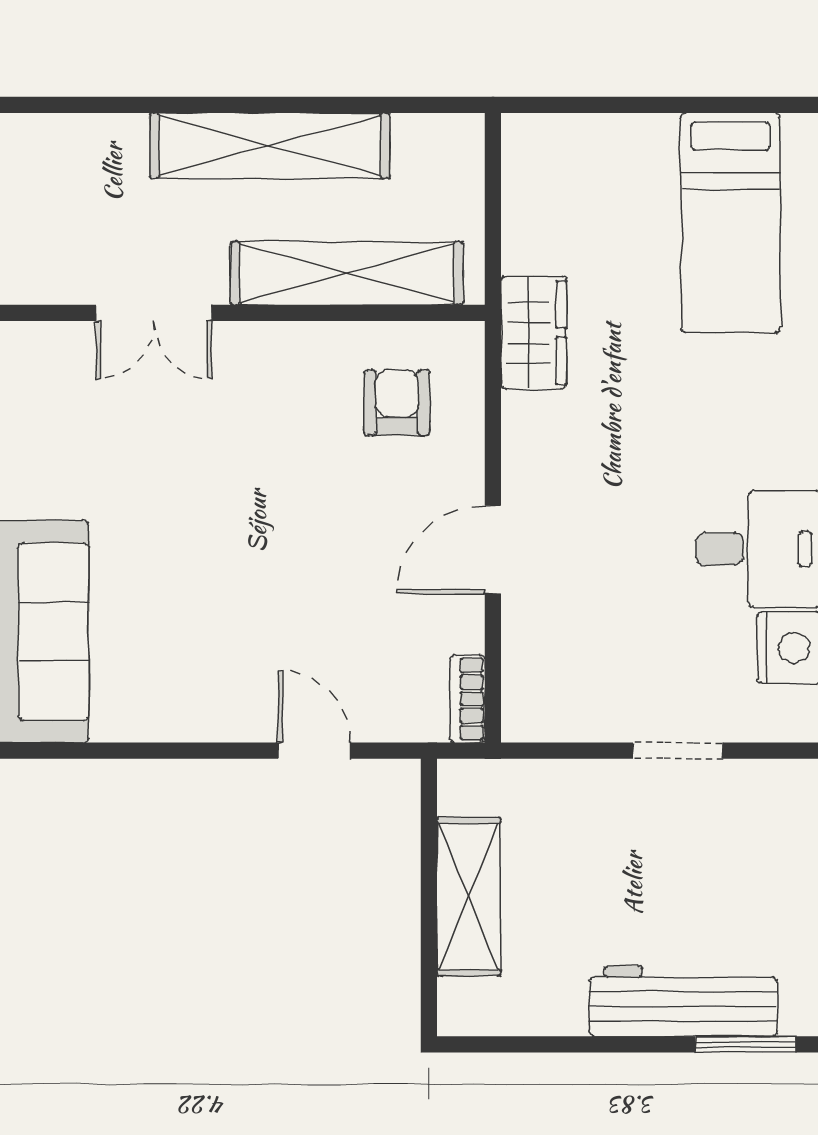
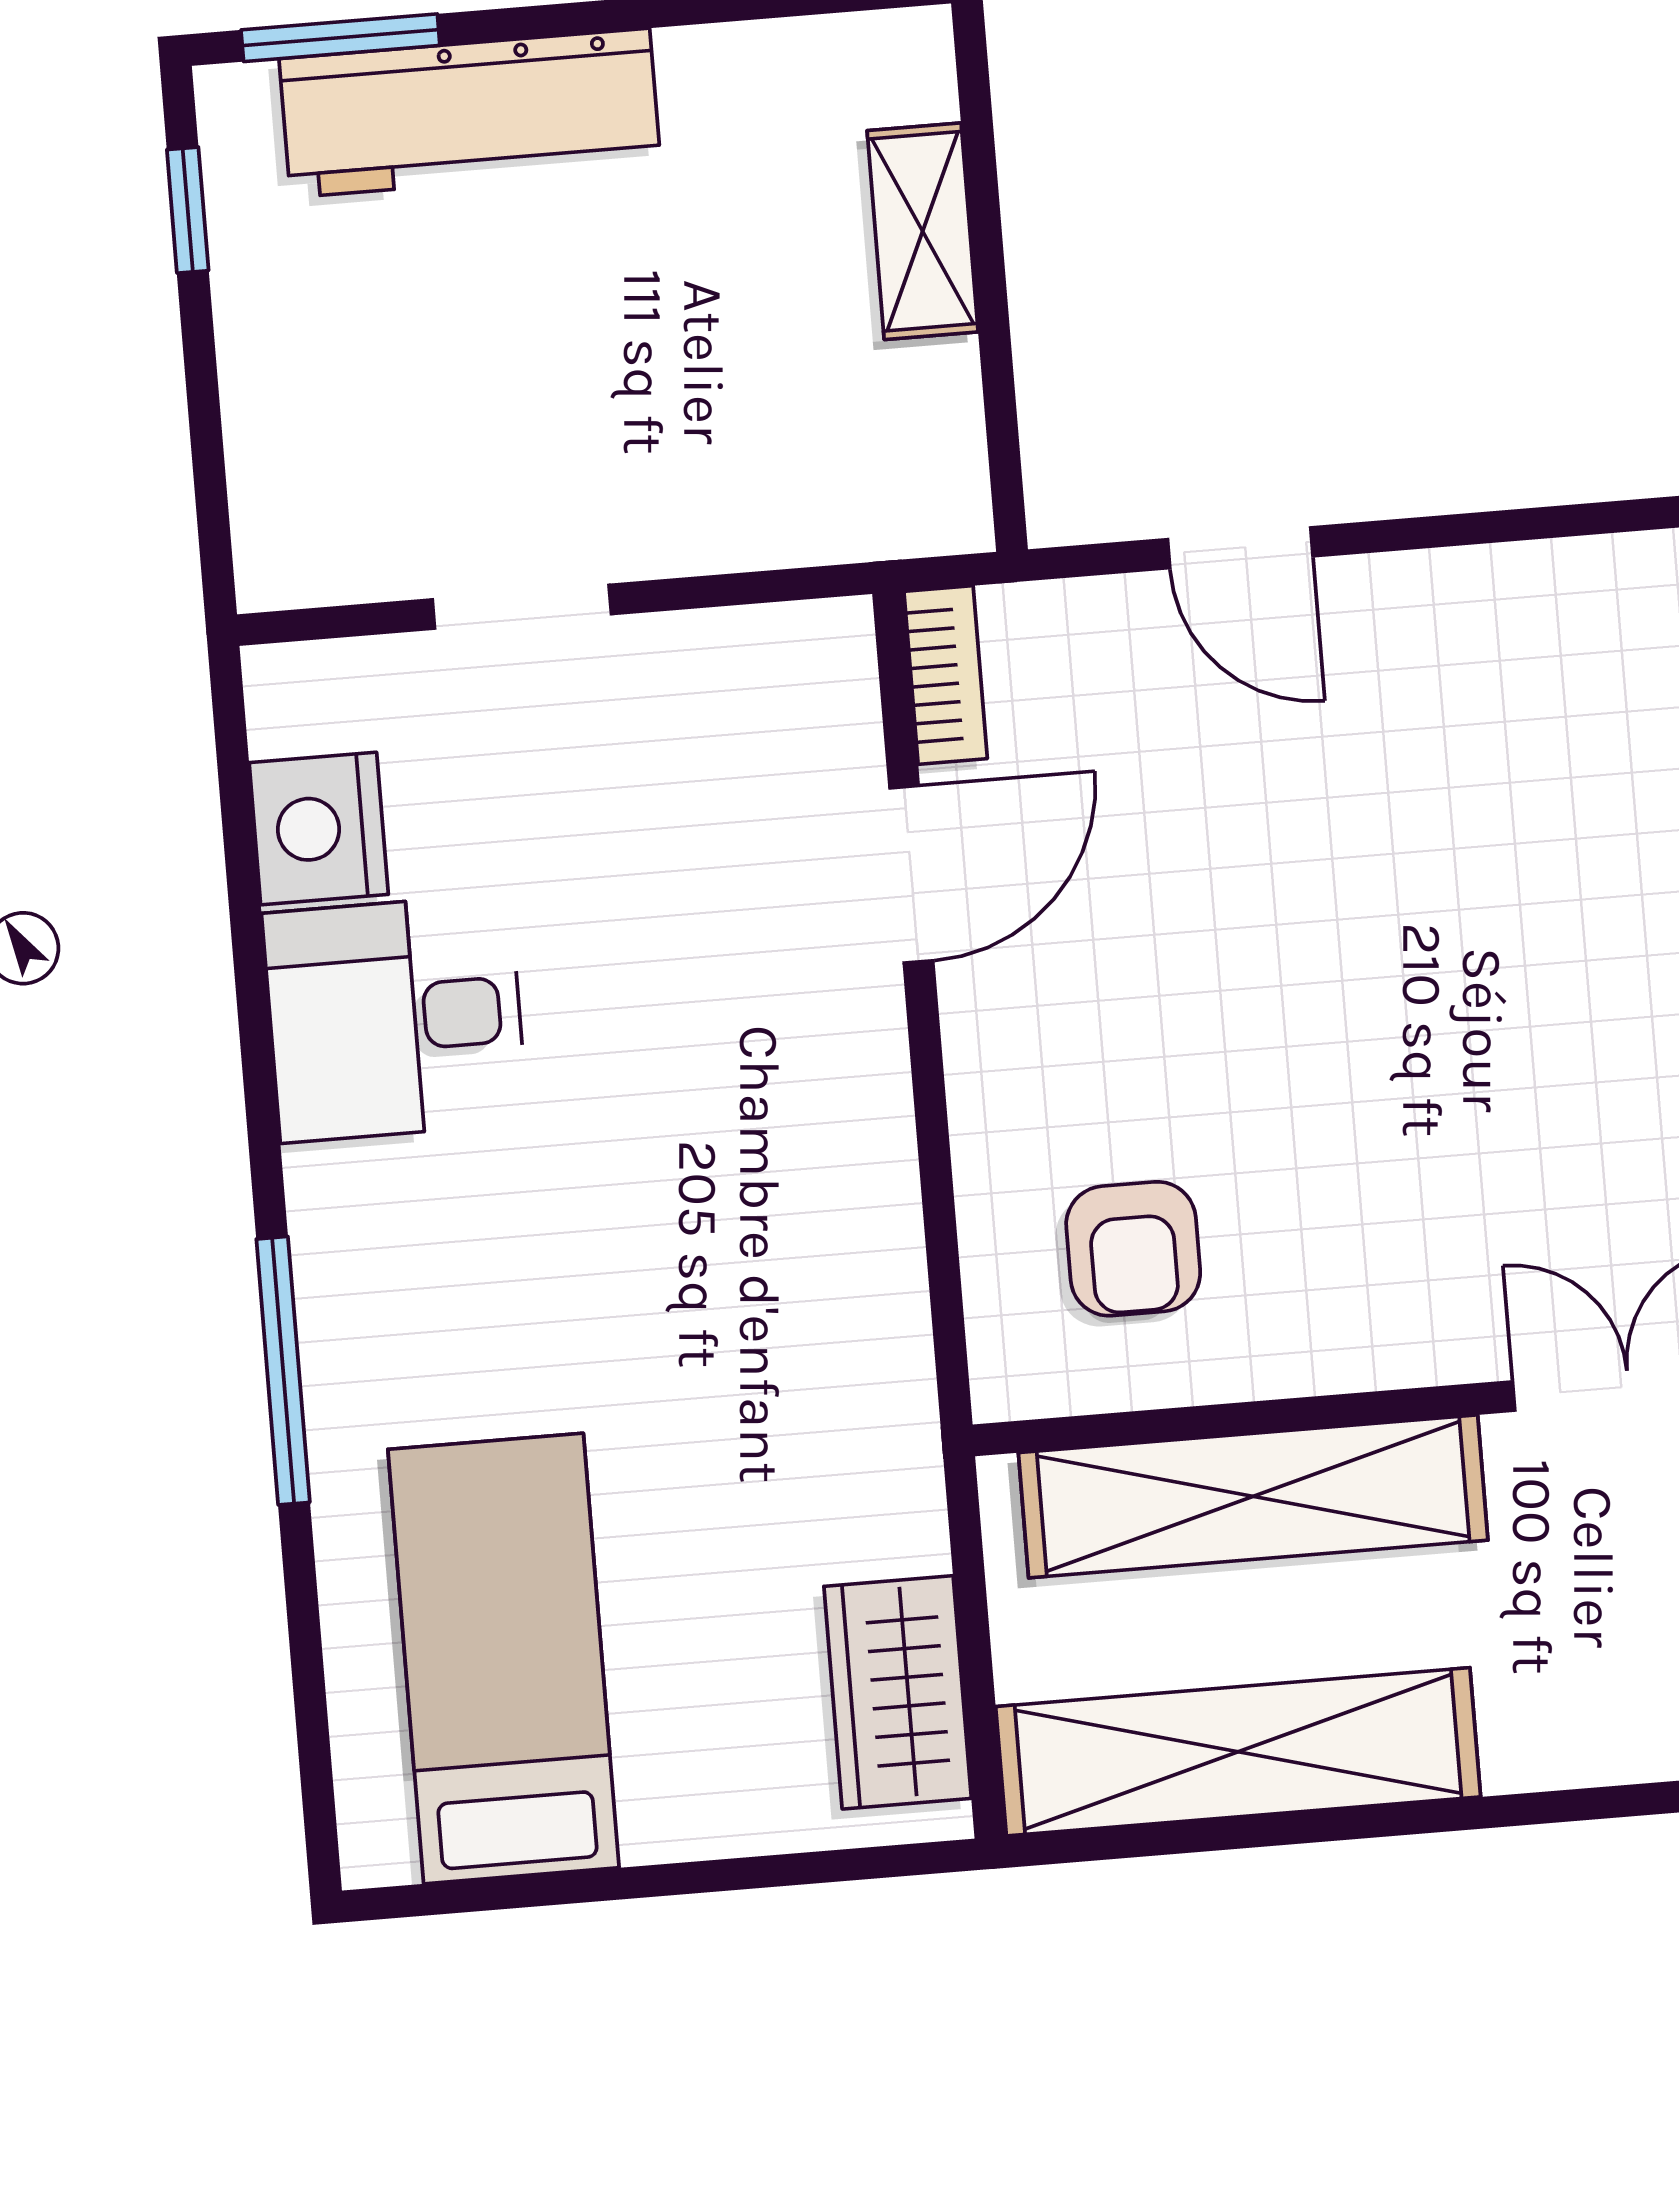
shelving: (270, 146) -> (1238, 1752), moved
wardrobe: (534, 333) -> (898, 1692), moved
door: (493, 550) -> (911, 874), moved
shelving: (469, 896) -> (923, 231), width x0.67, depth x0.75

